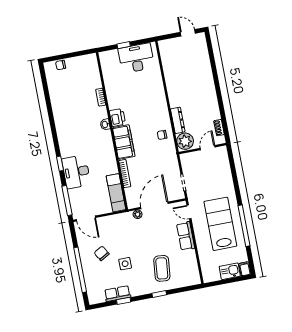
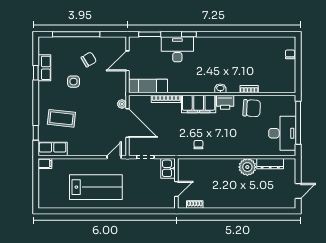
window: (124, 45) -> (298, 123), width x3.17
chair: (118, 91) -> (252, 108), added
dresser: (178, 120) -> (270, 164), moved
plant: (185, 141) -> (247, 167), moved
door: (208, 148) -> (176, 189), hinge flipped
window: (67, 201) -> (150, 34), width x0.69
door: (86, 219) -> (128, 61), moved
window: (244, 226) -> (89, 211), removed
row of seats: (186, 236) -> (53, 149), moved
filing cabinet: (245, 269) -> (45, 163), moved
kitchen sink: (230, 271) -> (168, 168), moved, turned 180
window: (159, 294) -> (36, 133), moved

